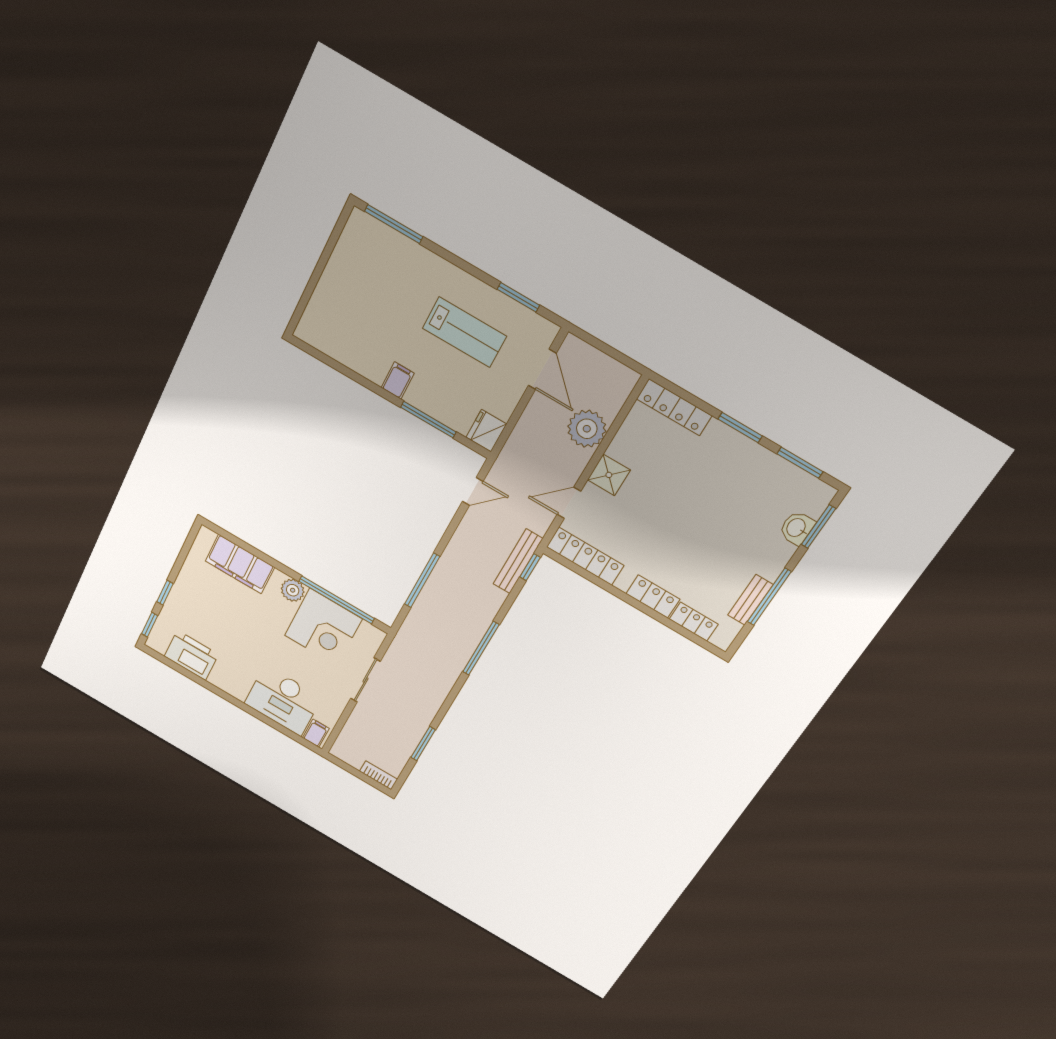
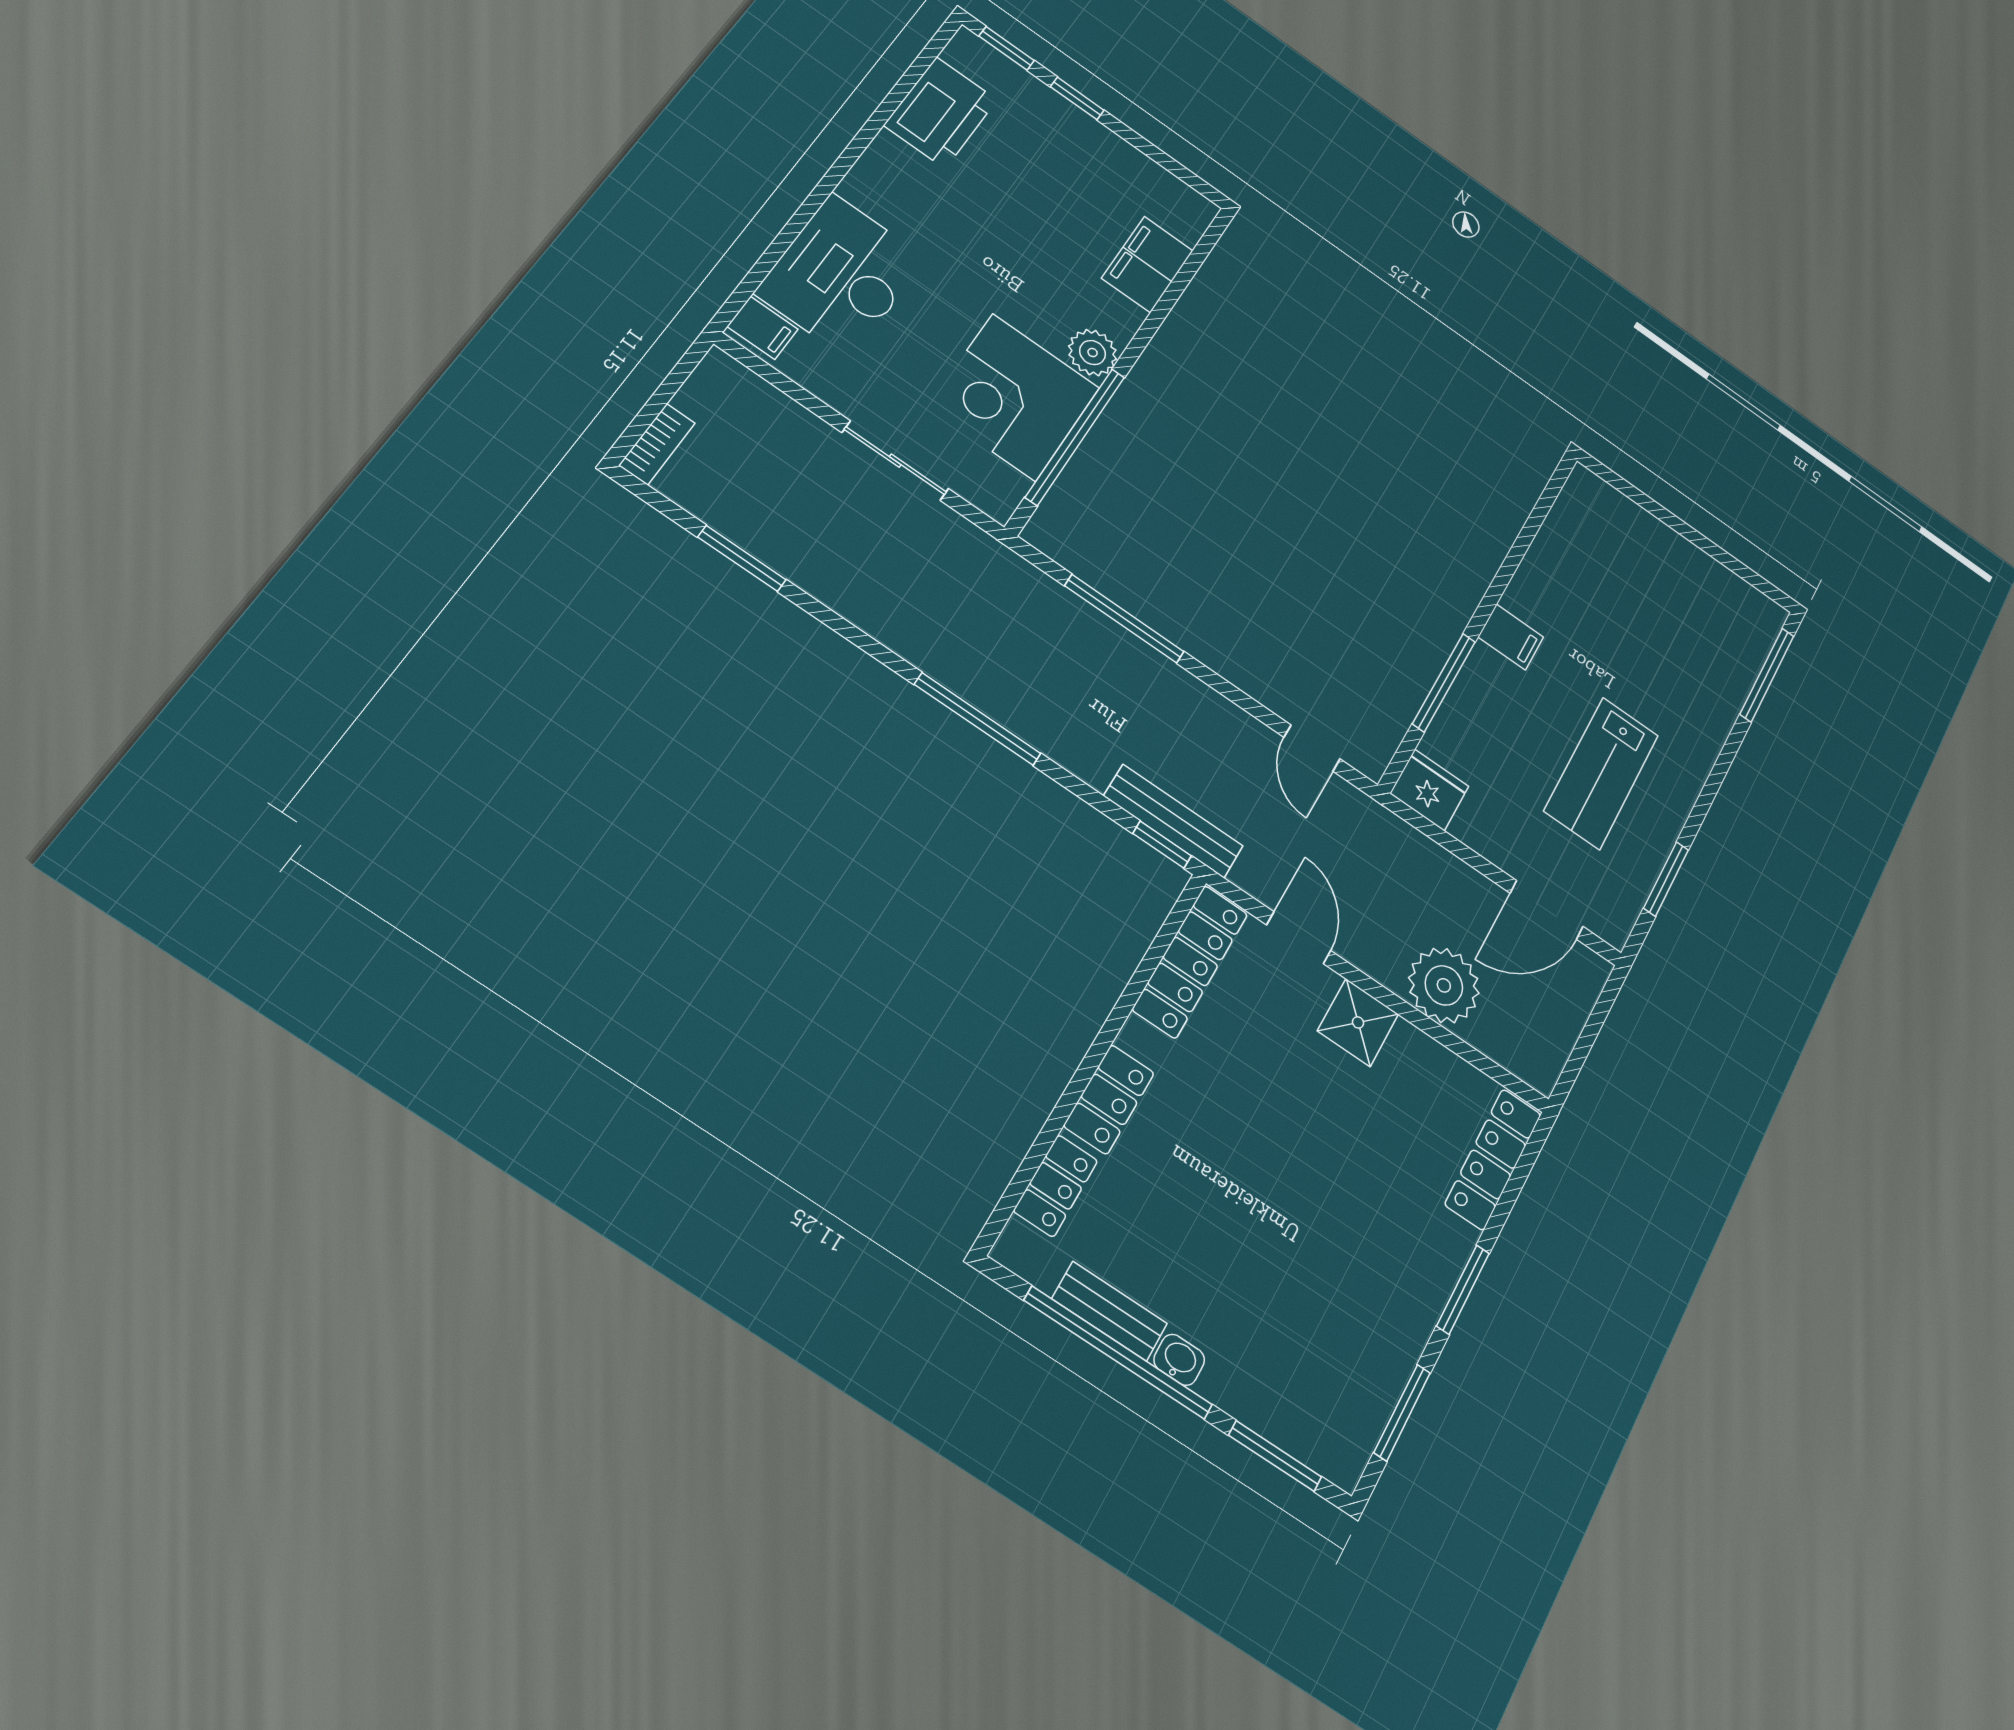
washbasin: (797, 528) -> (1179, 1360), moved, width x0.72, depth x0.69
filing cabinet: (240, 564) -> (1147, 264), width x0.67, depth x0.86
window: (769, 597) -> (1118, 1353), width x1.46

